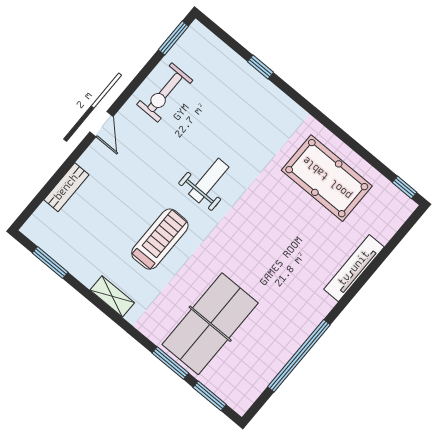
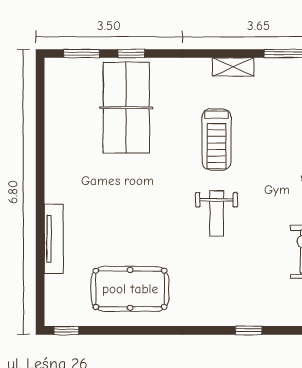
shelving: (112, 296) -> (233, 67), moved
window: (299, 356) -> (40, 139), removed
window: (170, 363) -> (131, 54), width x0.67

